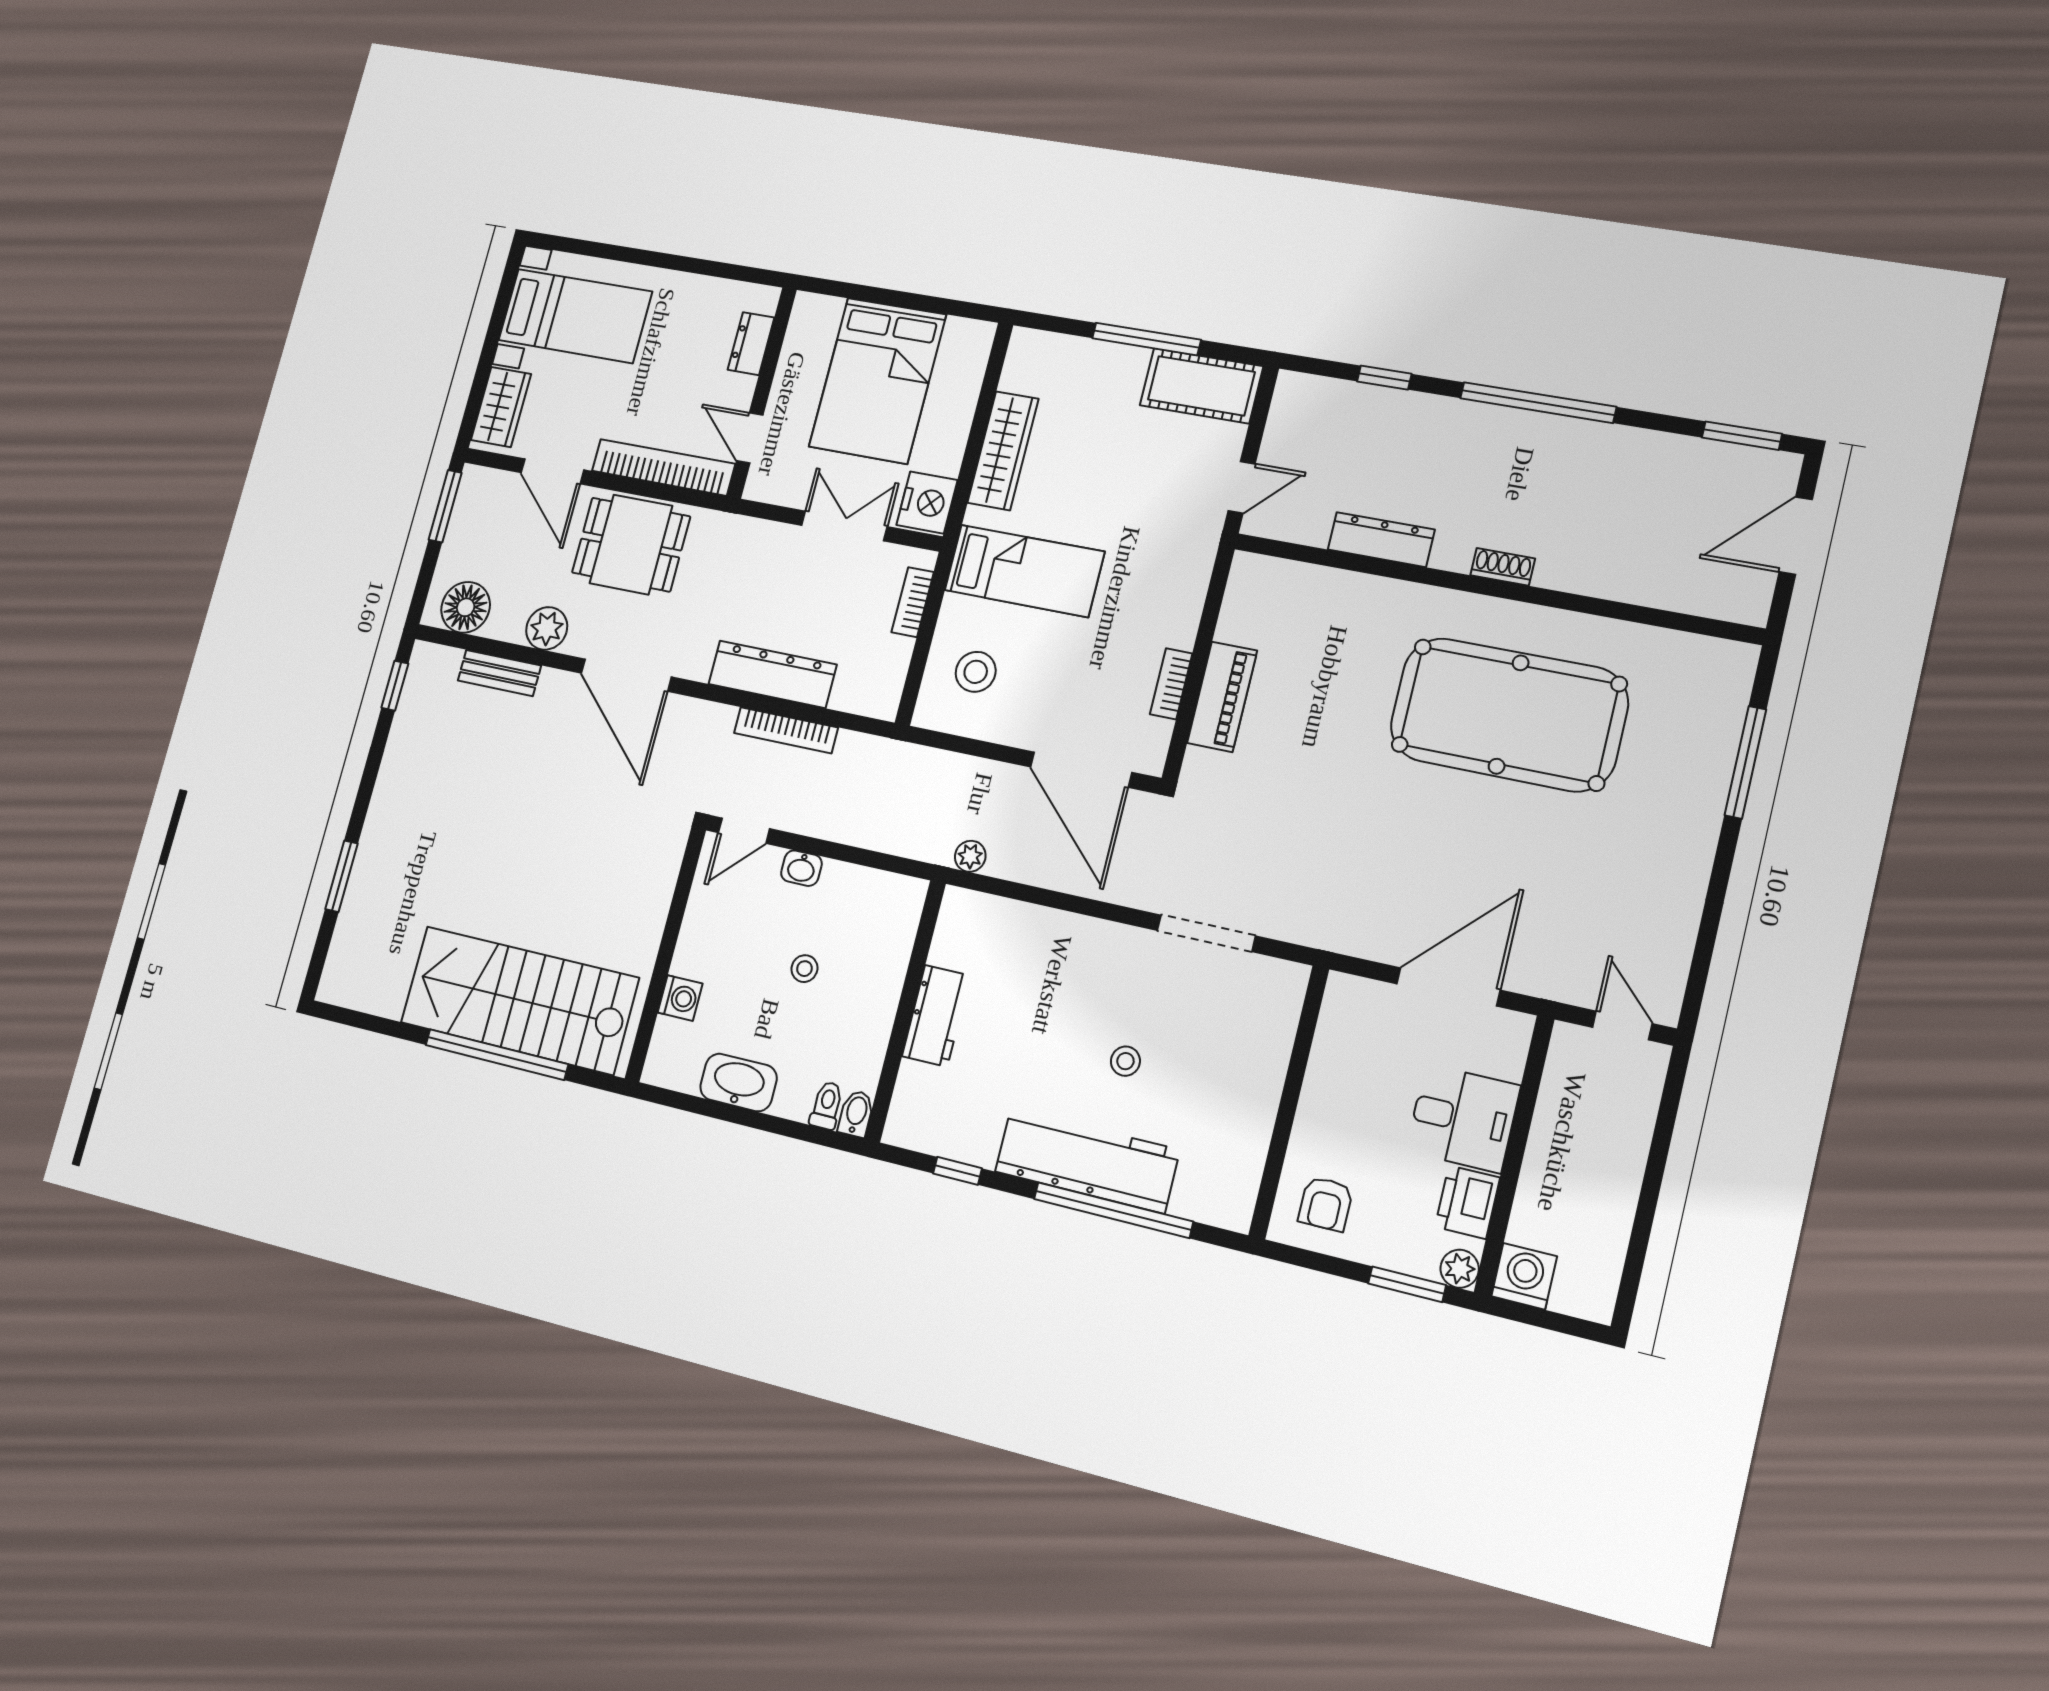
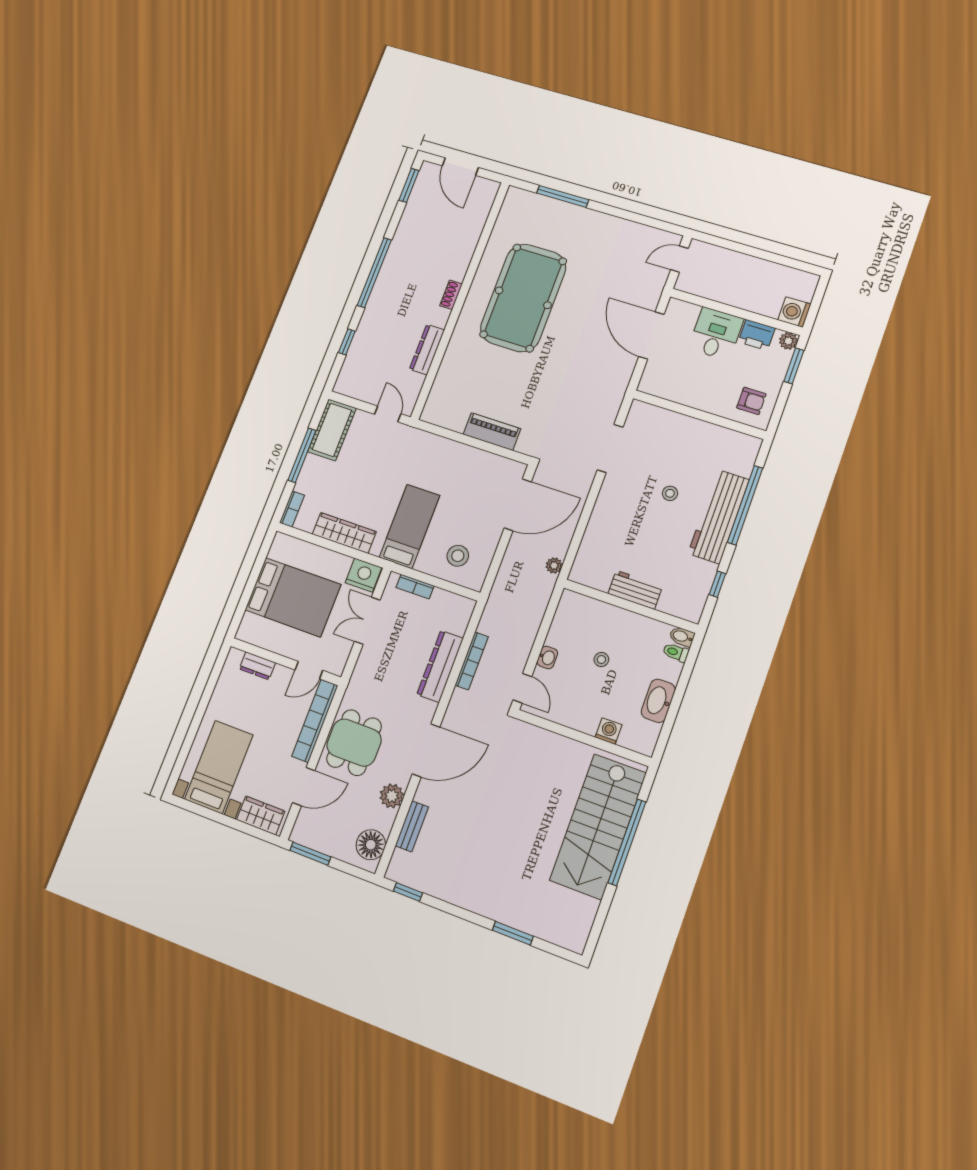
bookcase: (1171, 684) -> (292, 509), moved, turned -90

